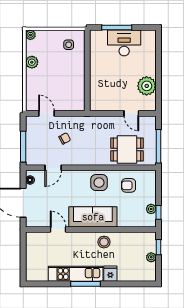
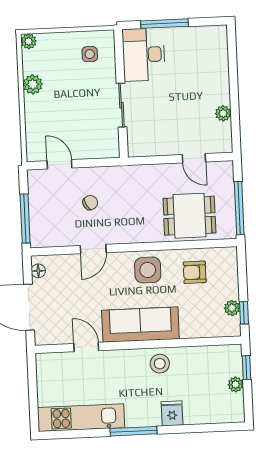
desk: (124, 43) -> (144, 55), moved, turned -90
sliding door: (87, 78) -> (121, 105), added
plant: (147, 86) -> (223, 113), width x0.53, depth x0.53
door: (53, 168) -> (93, 249), moved
kitchen unit: (76, 274) -> (81, 418), moved

